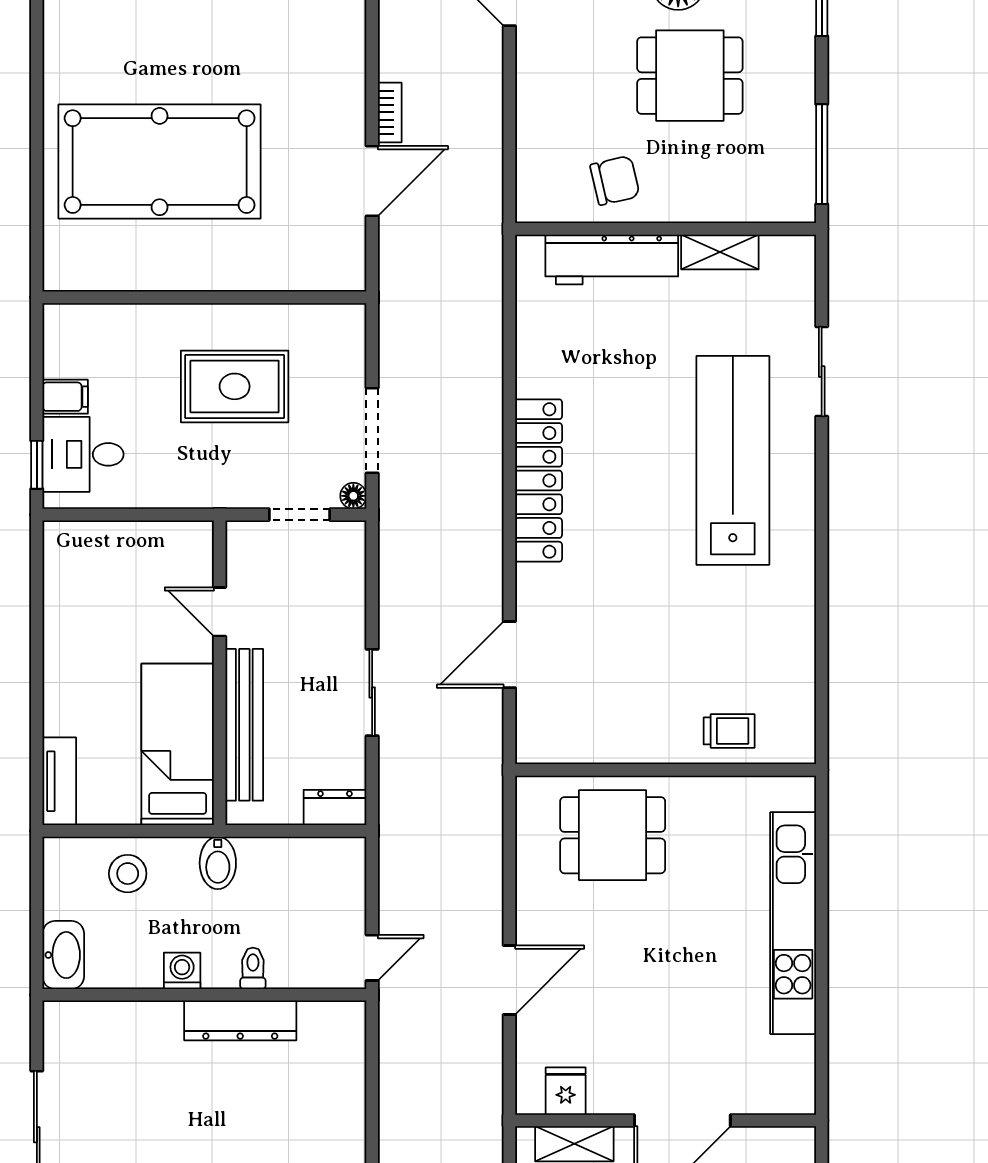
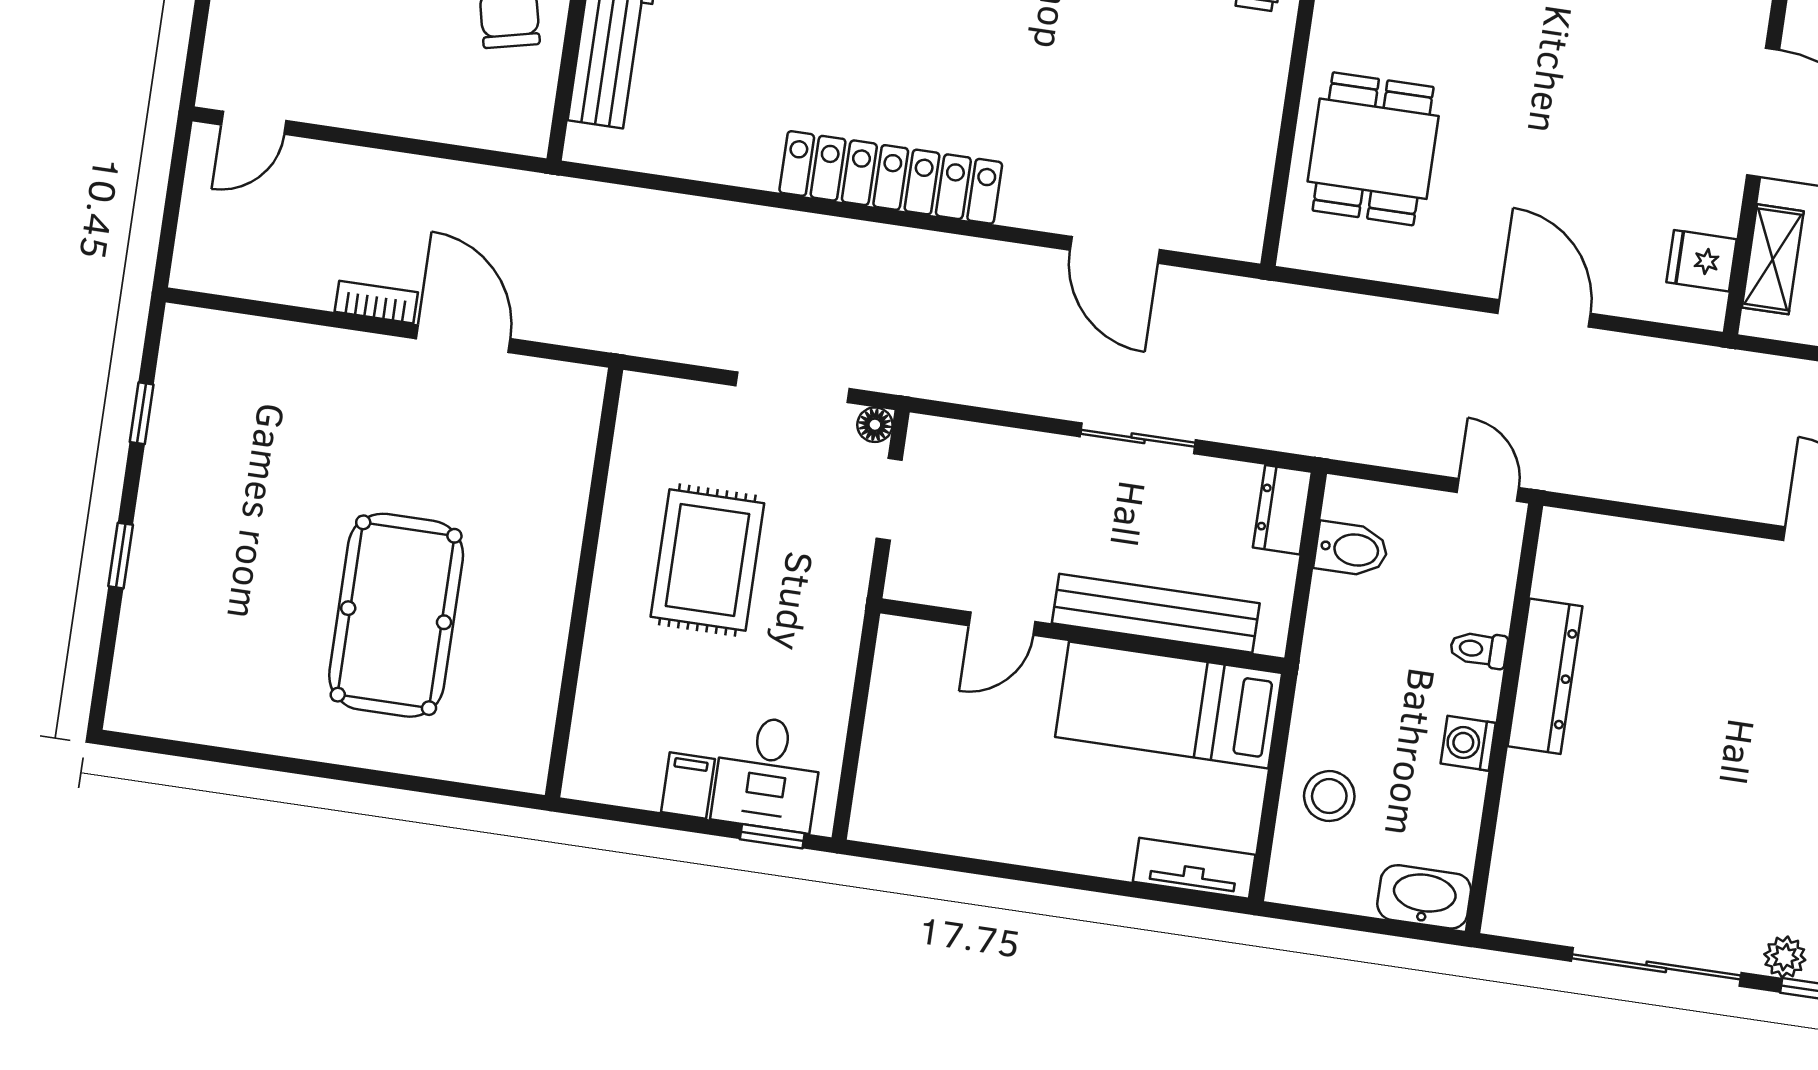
pool table: (160, 162) -> (396, 615), width x0.73, depth x0.76
bidet: (218, 863) -> (1351, 549), moved

